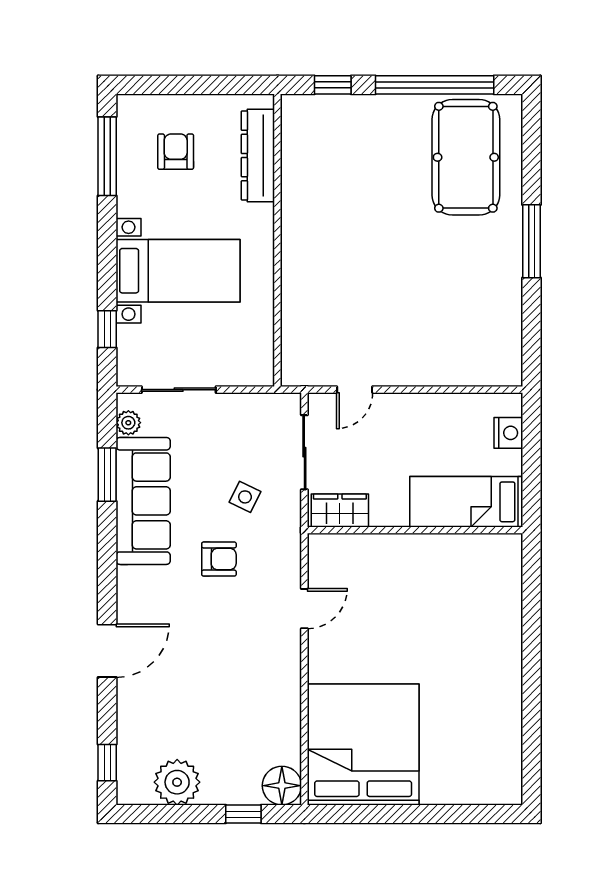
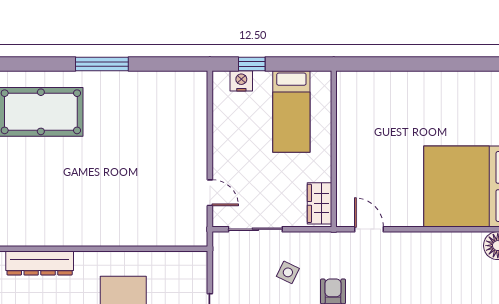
window: (532, 447) -> (252, 64), added
wardrobe: (340, 511) -> (319, 203), moved
wall: (415, 530) -> (334, 149), moved

